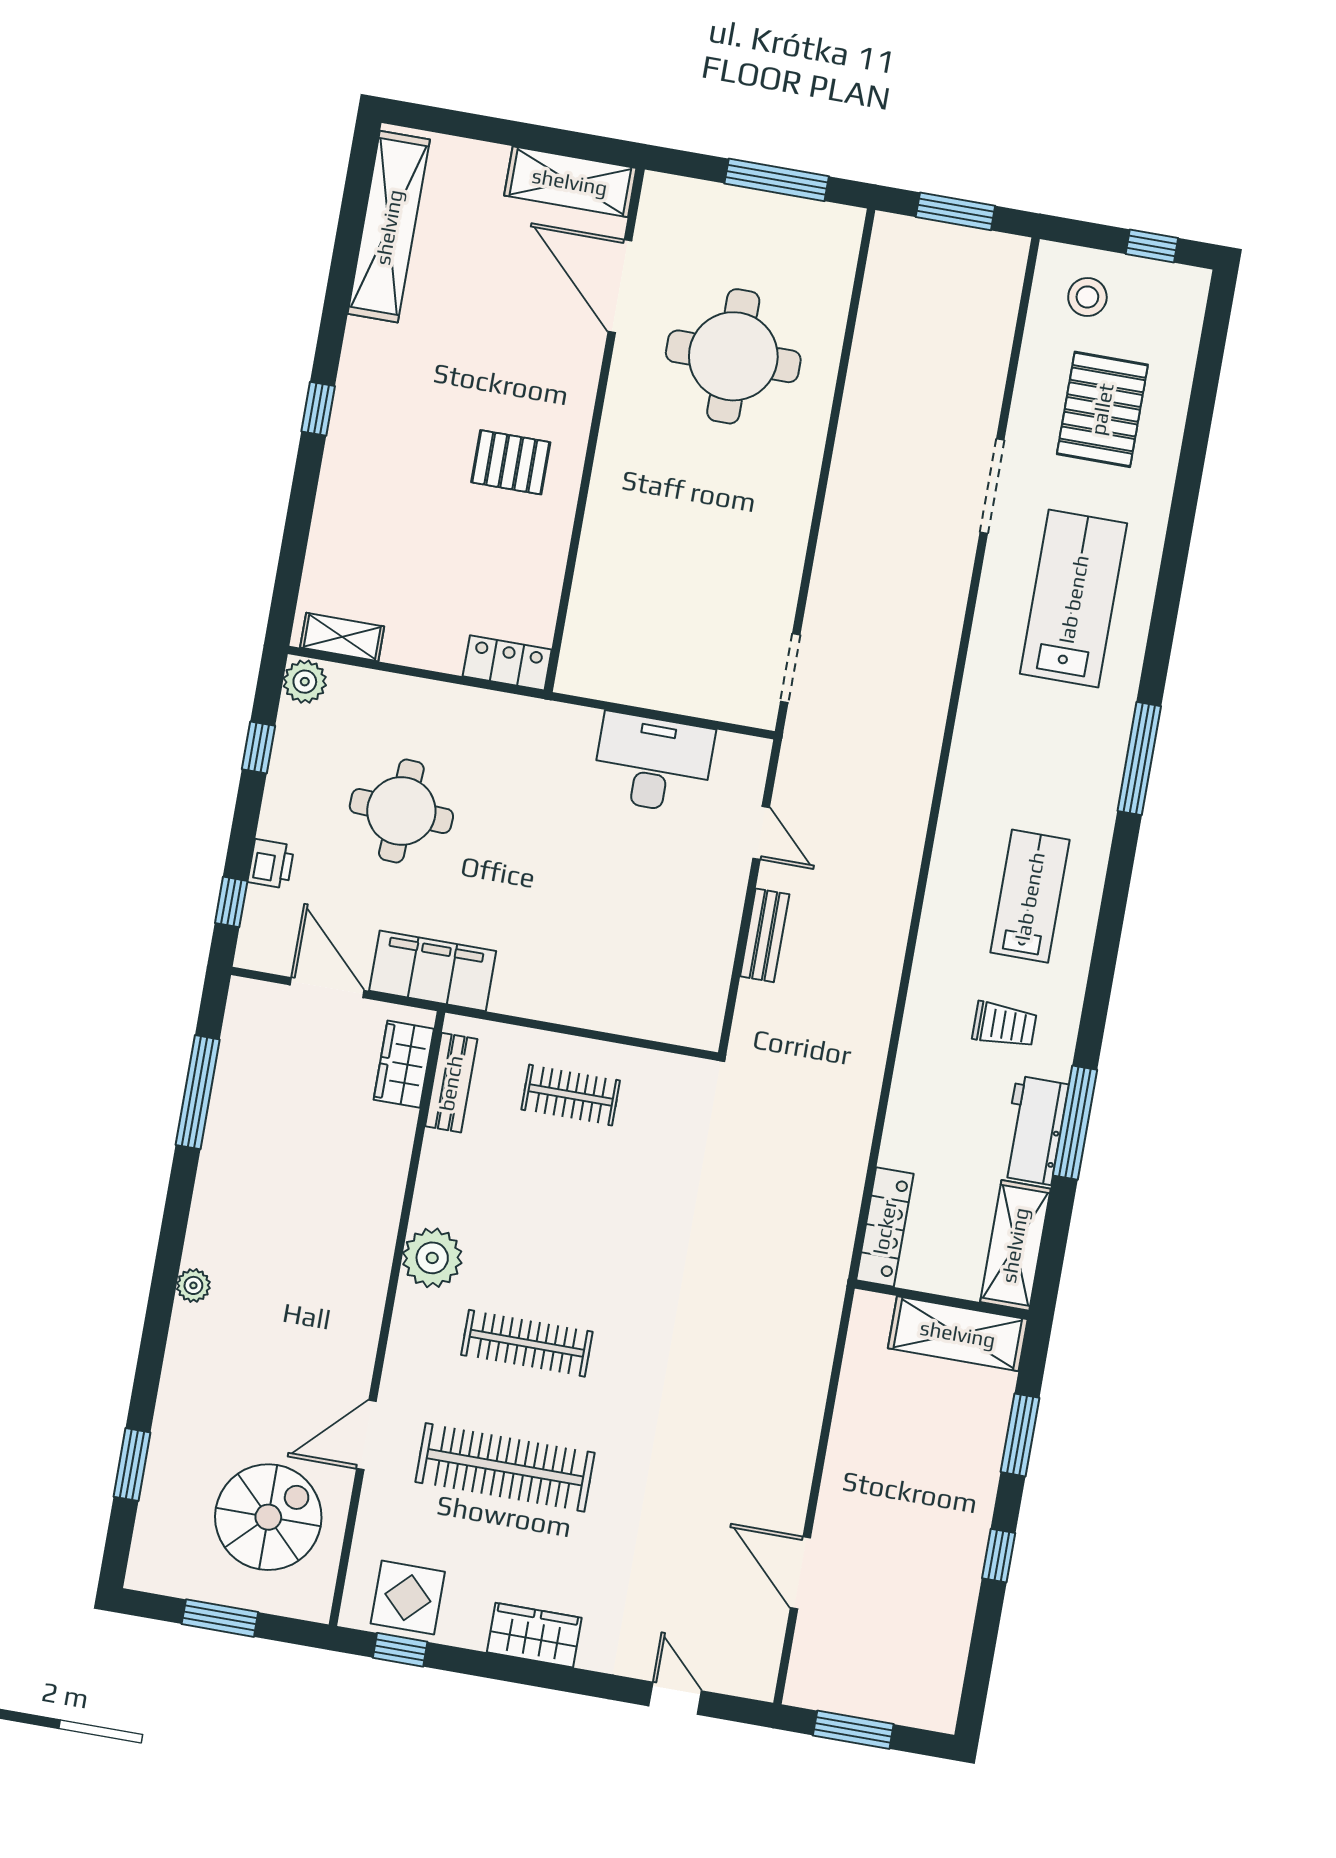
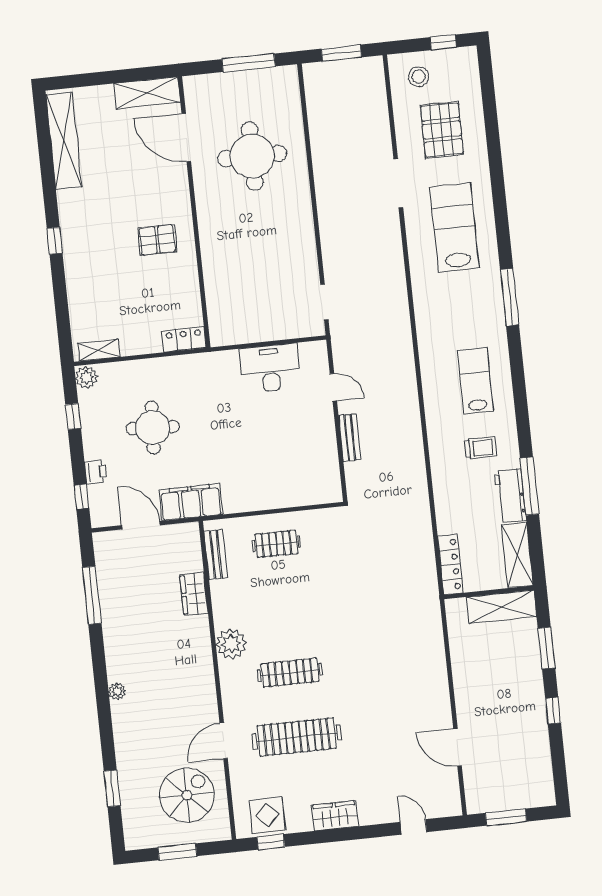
wardrobe: (404, 1064) -> (194, 594), moved

